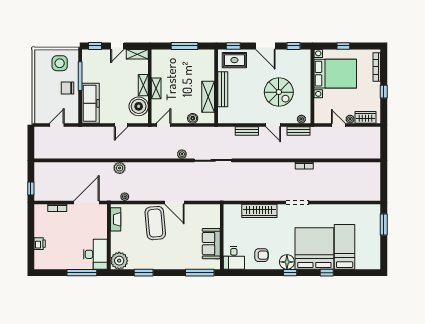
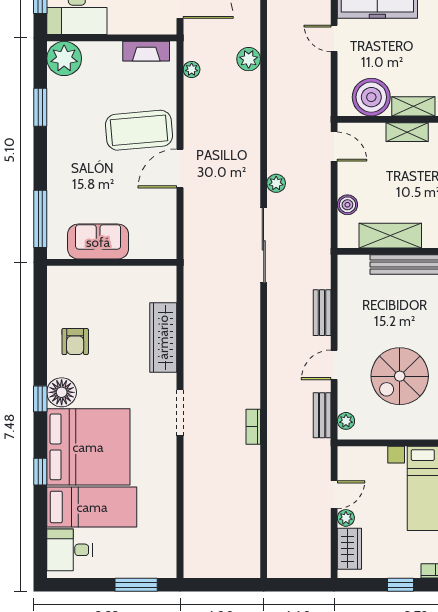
door: (121, 125) -> (334, 38), moved
desk: (234, 258) -> (69, 550), moved

